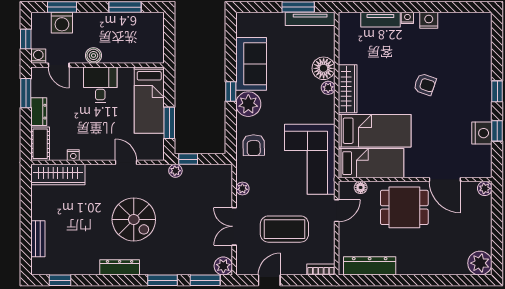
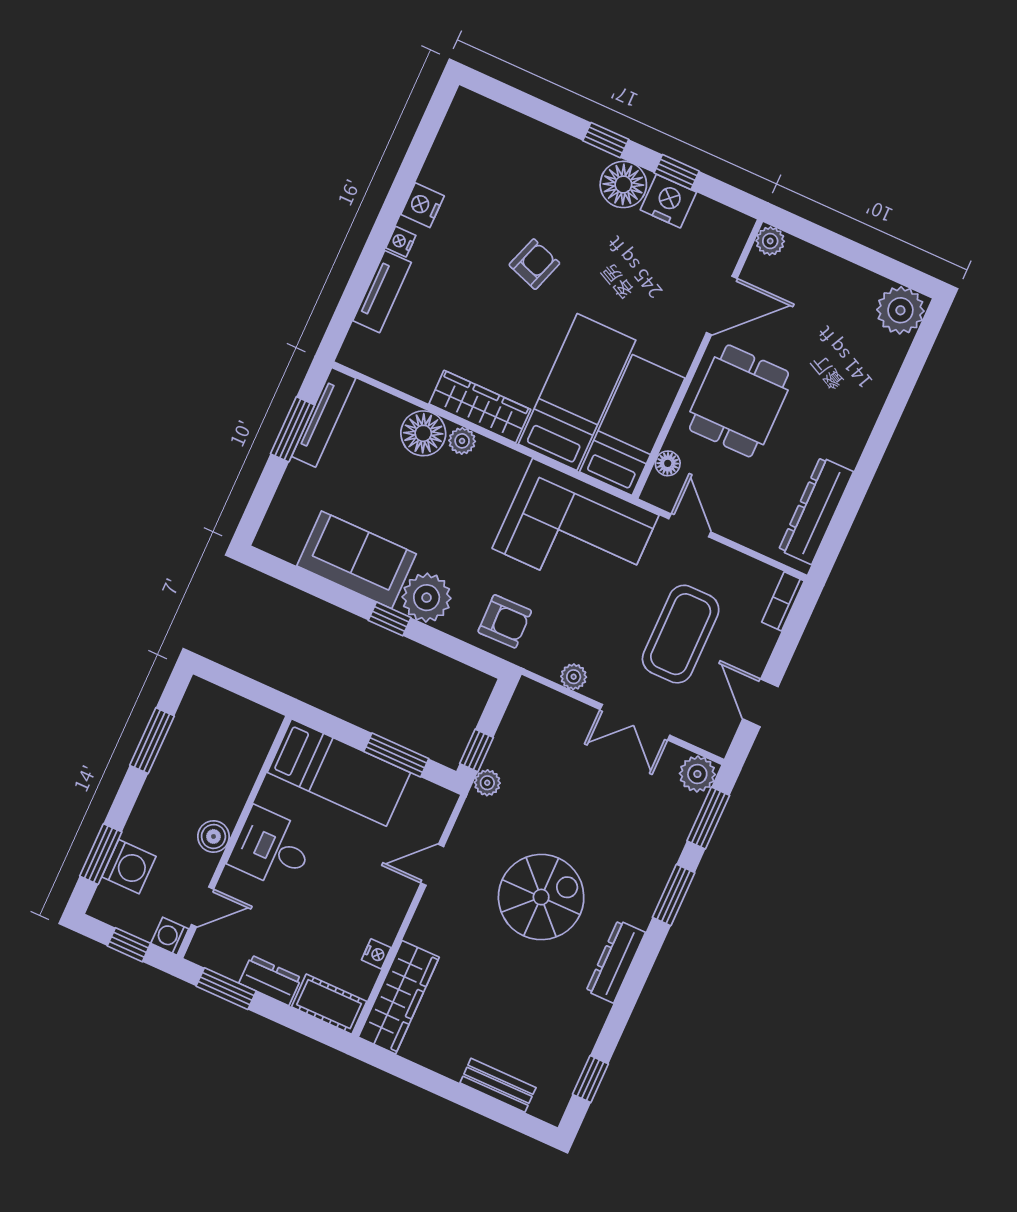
floor lamp: (480, 109) -> (623, 184), added

